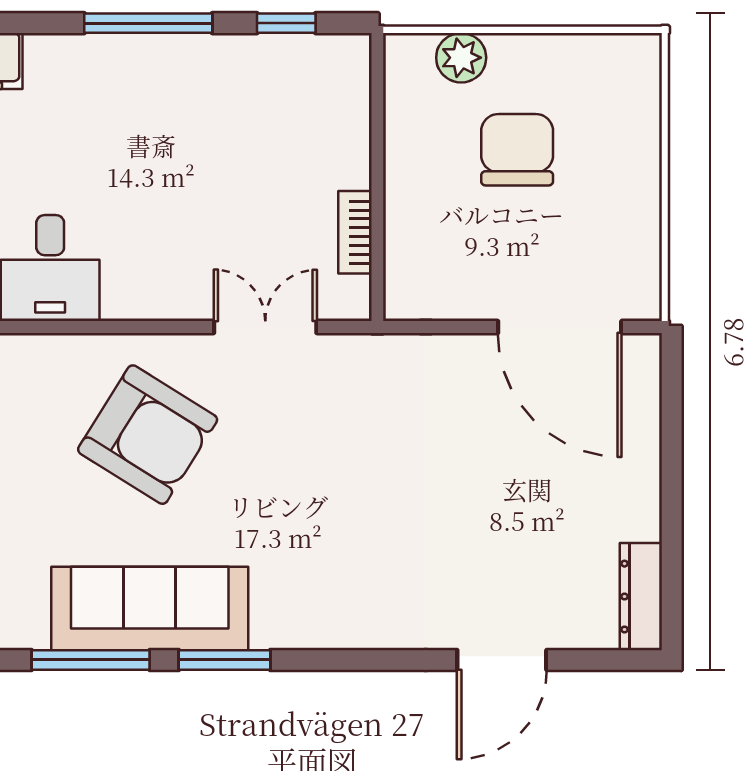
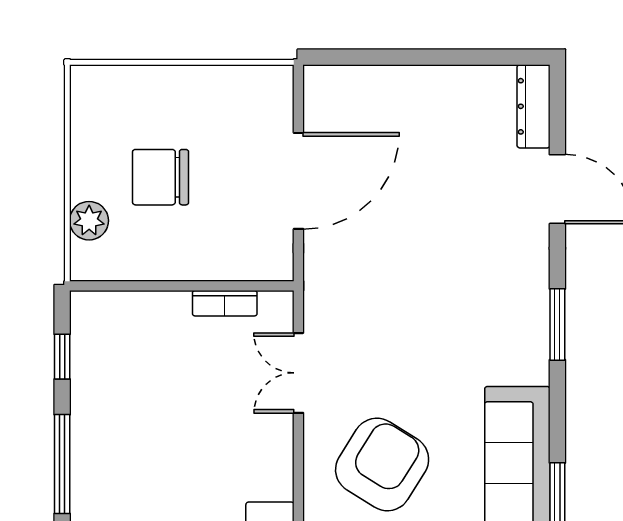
door: (560, 327) -> (298, 181), moved
dresser: (641, 597) -> (534, 106), moved, turned 90
window: (224, 660) -> (557, 324), moved

